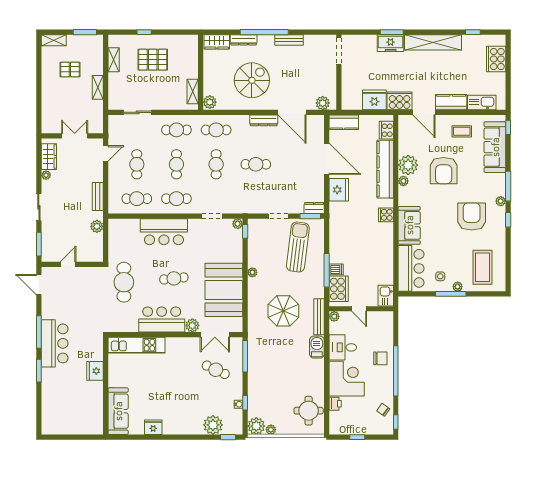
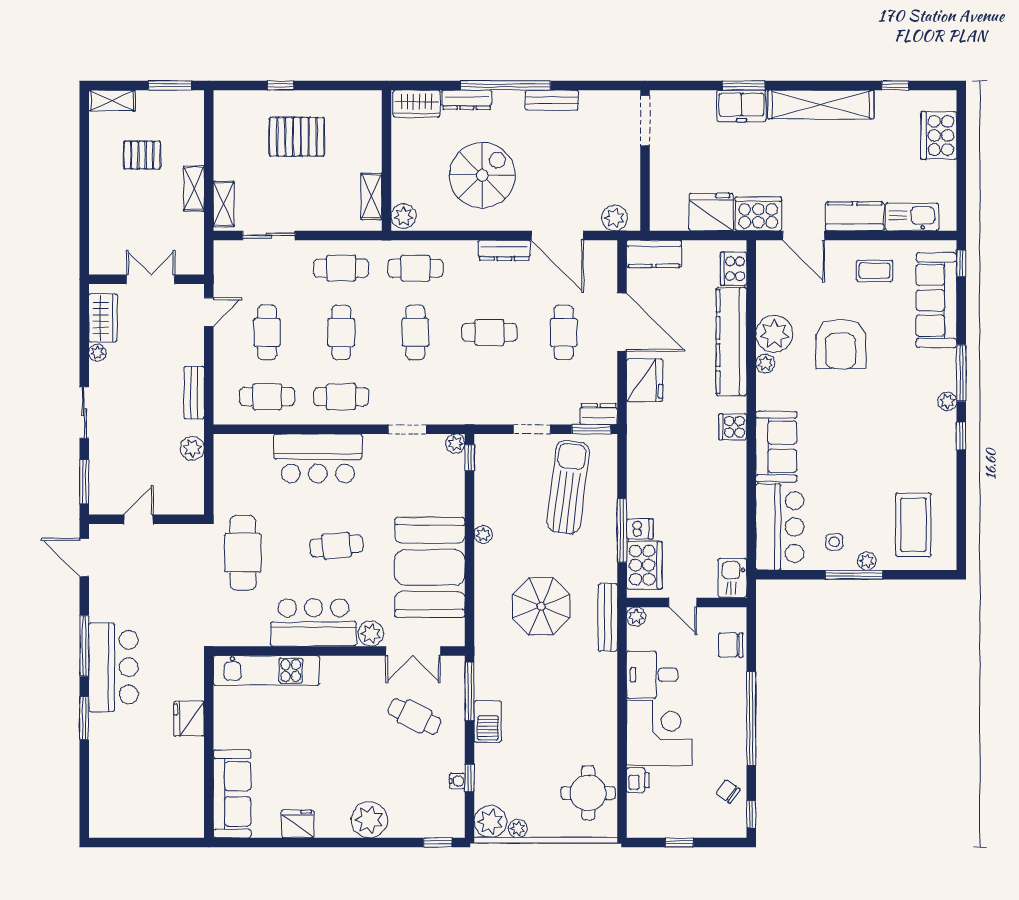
shelving: (114, 60) -> (224, 204), moved
cafe table: (295, 164) -> (564, 332), added
armchair: (472, 216) -> (893, 430), removed
barbecue: (317, 347) -> (488, 722), moved, turned 180
chair: (380, 358) -> (731, 645), moved, turned 180
plant: (213, 425) -> (369, 820), moved

